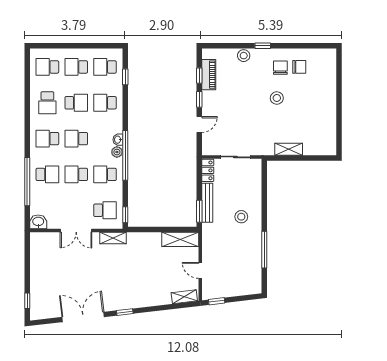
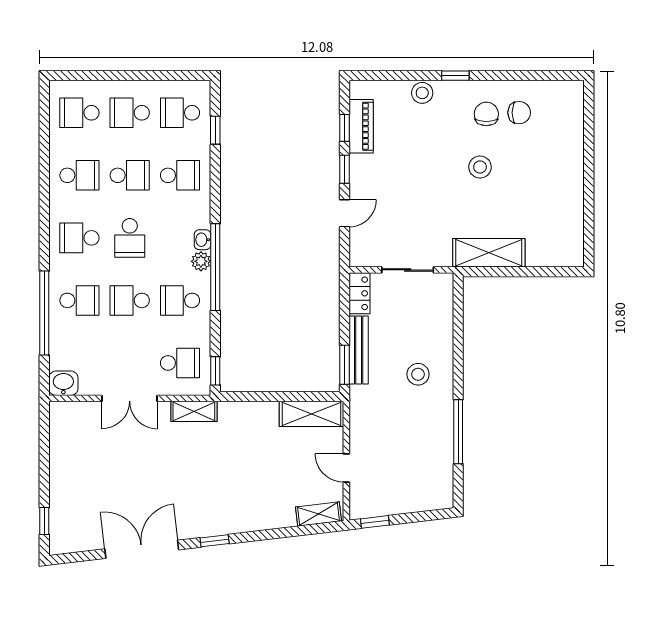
school desk: (47, 103) -> (79, 175), turned -90
school desk: (105, 103) -> (180, 175), turned 180
school desk: (76, 139) -> (130, 238), turned -90
shelving: (289, 149) -> (489, 253), width x1.50, depth x1.33

